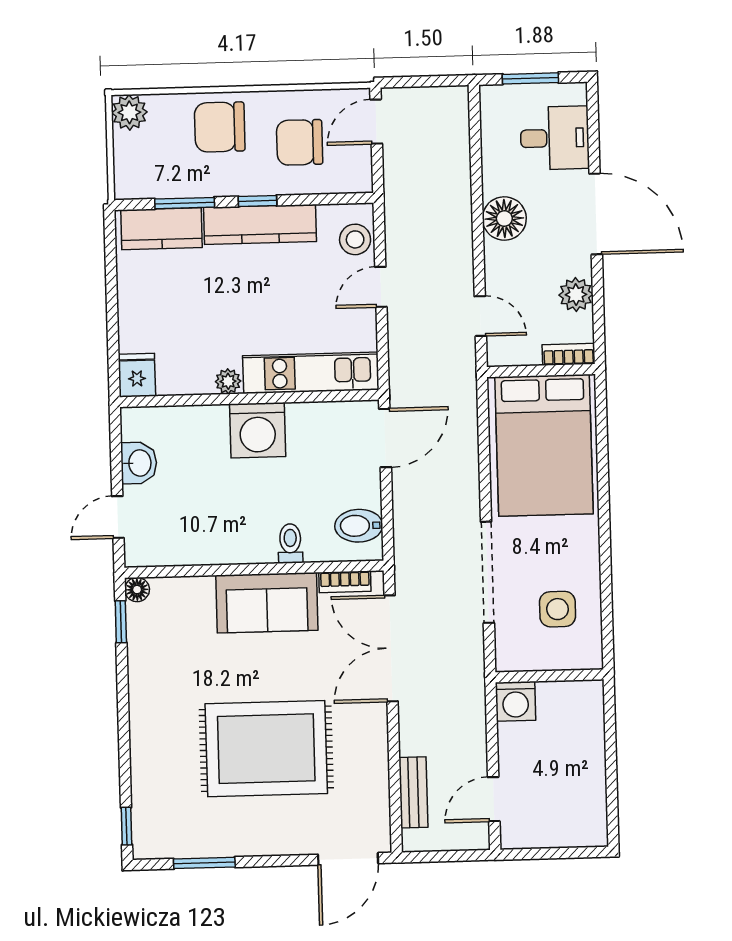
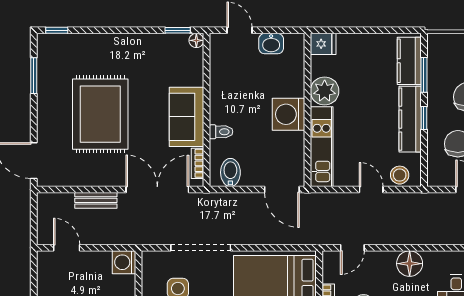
plant: (228, 381) -> (325, 91), width x1.88, depth x1.88
bench: (413, 792) -> (96, 200), moved

